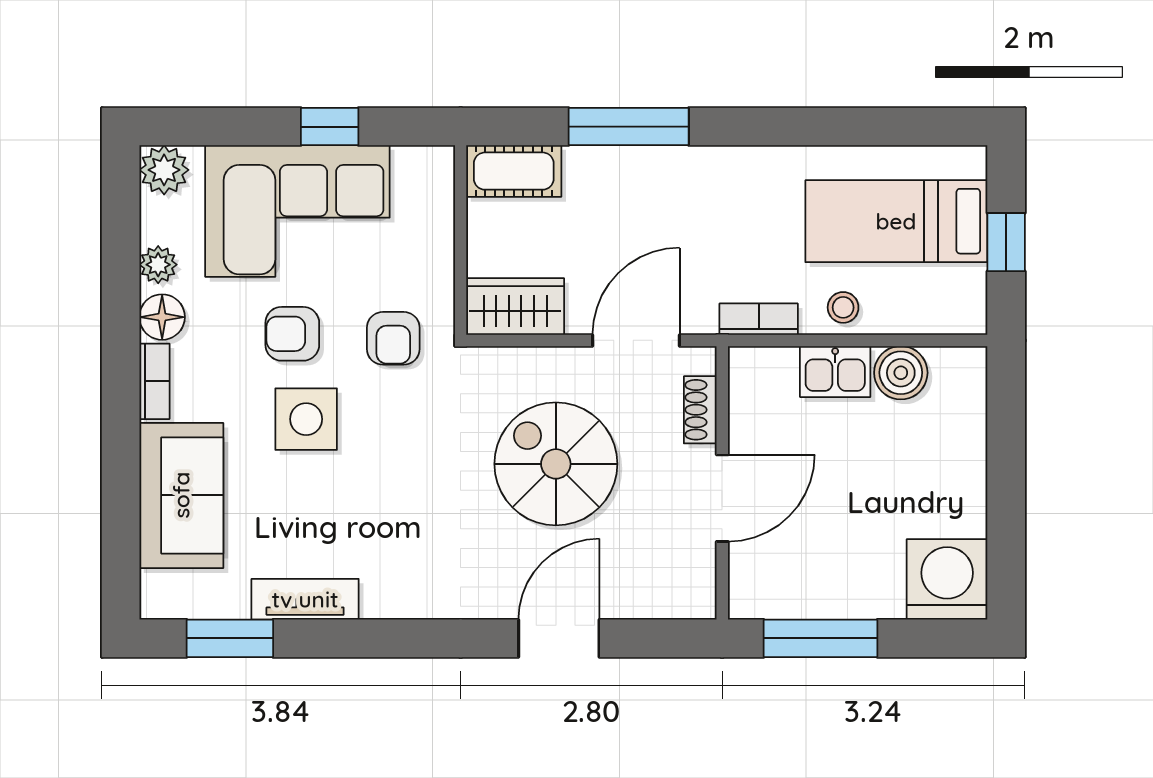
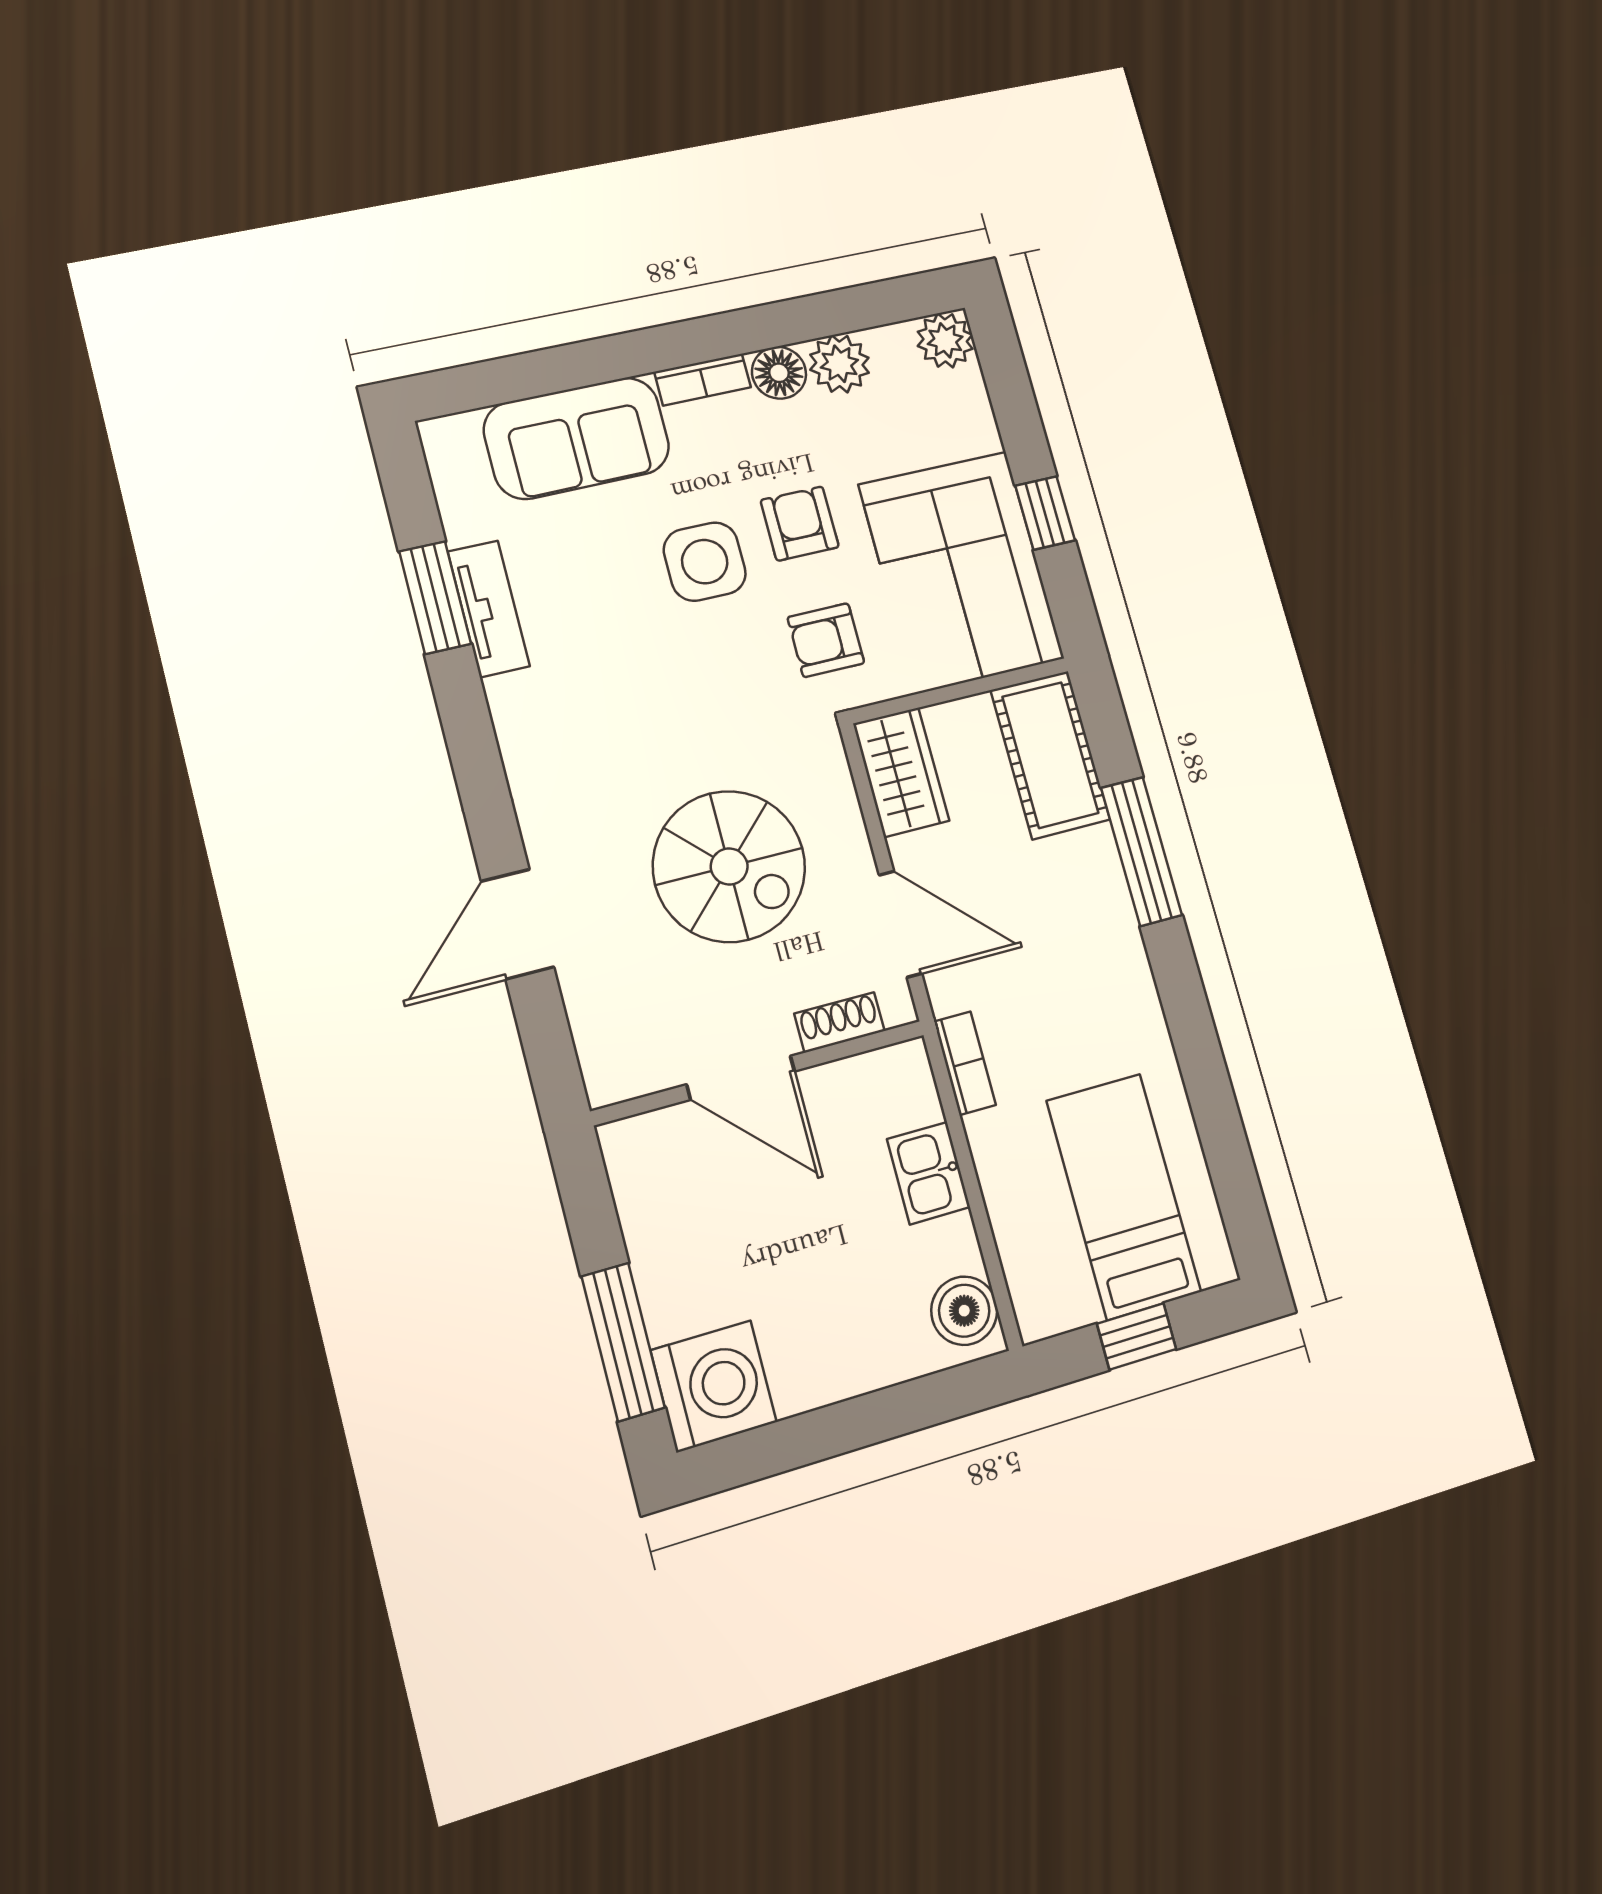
cot: (514, 171) -> (1050, 755), width x1.37, depth x1.34
corner sofa: (297, 211) -> (961, 572), moved
plant: (158, 265) -> (839, 364), width x1.38, depth x1.38
stool: (843, 307) -> (1006, 1161), removed
boiler: (901, 373) -> (964, 1311), moved
spiral stairs: (556, 464) -> (729, 866), turned 90
window: (230, 638) -> (435, 598), moved
door: (559, 638) -> (518, 924), swing flipped
window: (820, 638) -> (623, 1342), moved

